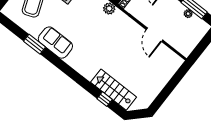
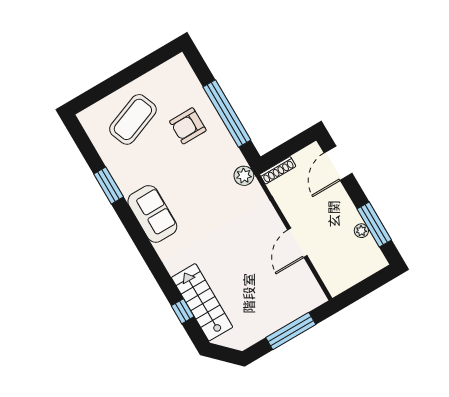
sofa: (55, 43) -> (152, 214), moved
window: (170, 86) -> (291, 331), added

